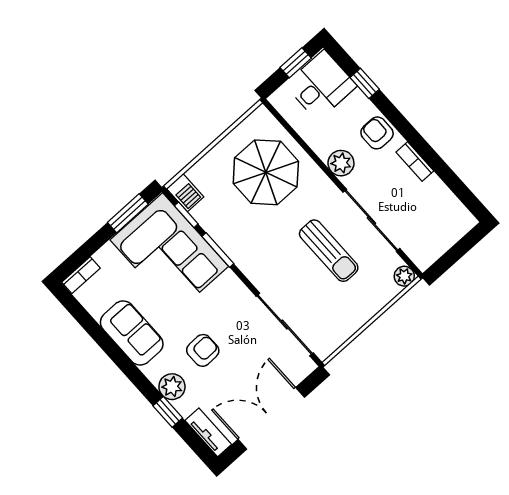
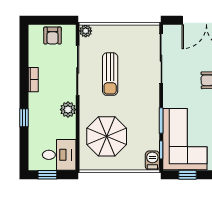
window: (365, 83) -> (24, 118), moved
desk: (321, 85) -> (59, 155), moved, turned 180
armchair: (377, 133) -> (52, 36), moved
window: (128, 213) -> (187, 175), width x0.67
sun lounger: (329, 251) -> (110, 74), turned 180

